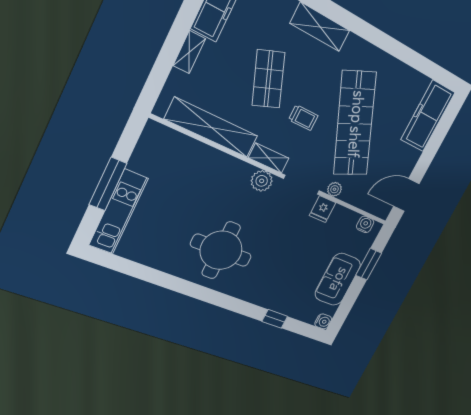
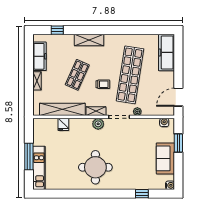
shop shelf: (268, 79) -> (77, 75), turned 45
shop shelf: (355, 124) -> (130, 75), turned 33
fridge: (323, 209) -> (63, 124), moved

